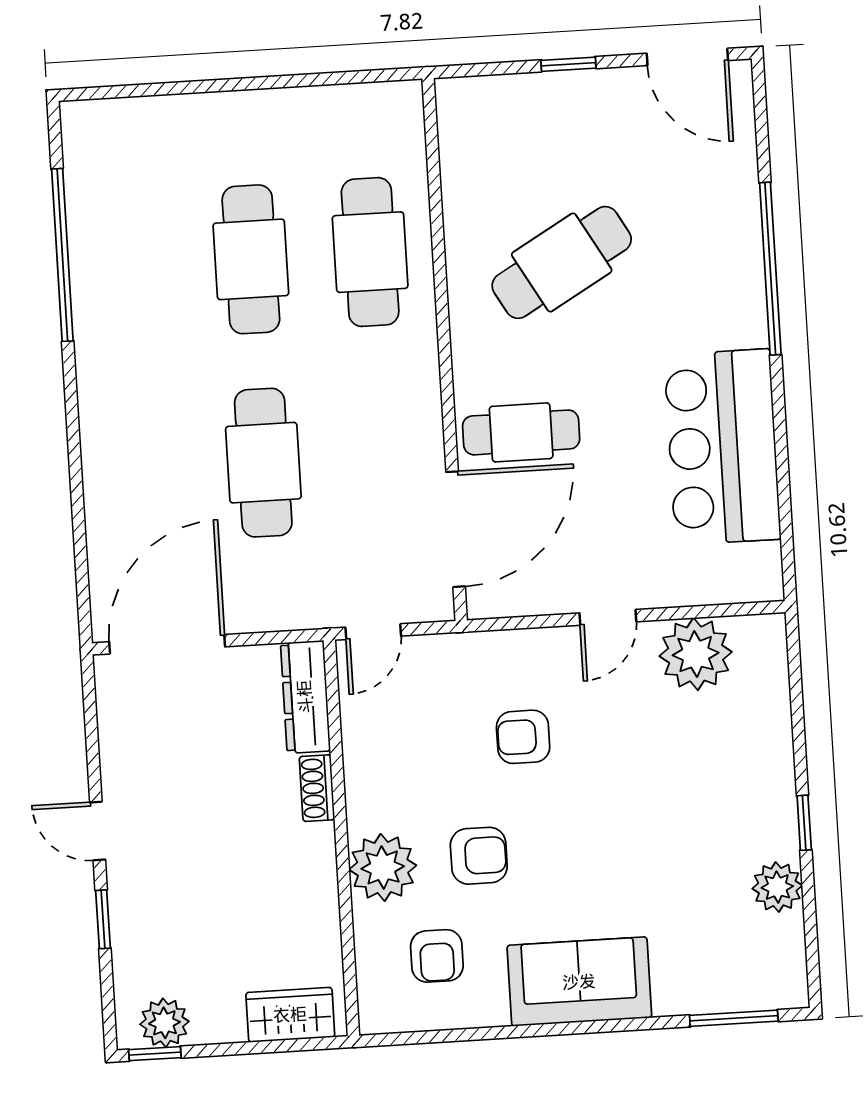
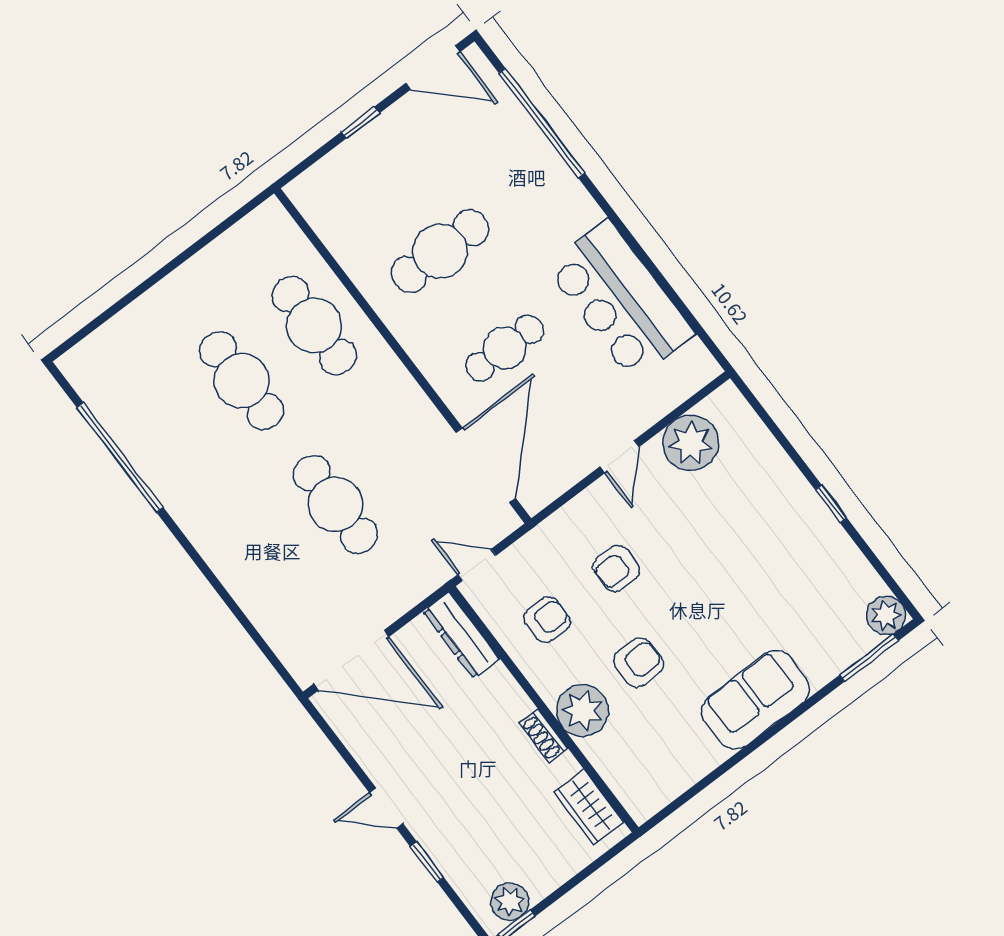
cafe table: (562, 262) -> (440, 251), turned 30
window: (770, 269) -> (542, 123), moved
cafe table: (521, 432) -> (505, 348), moved
door: (373, 632) -> (477, 565), swing flipped
door: (167, 644) -> (351, 660), swing flipped
shoe rack: (317, 788) -> (543, 736), moved
plant: (777, 887) -> (886, 615), moved
armchair: (437, 956) -> (547, 620), moved, turned -90
wardrobe: (290, 1015) -> (589, 807), moved, turned -90

